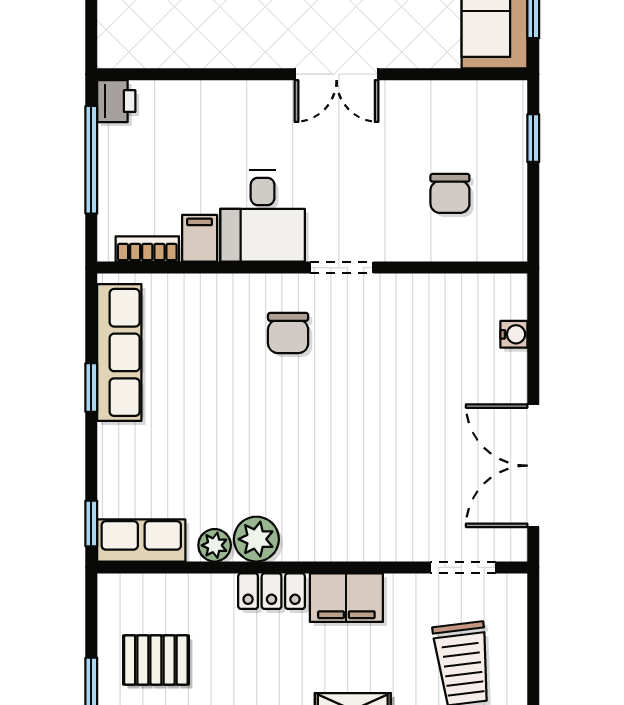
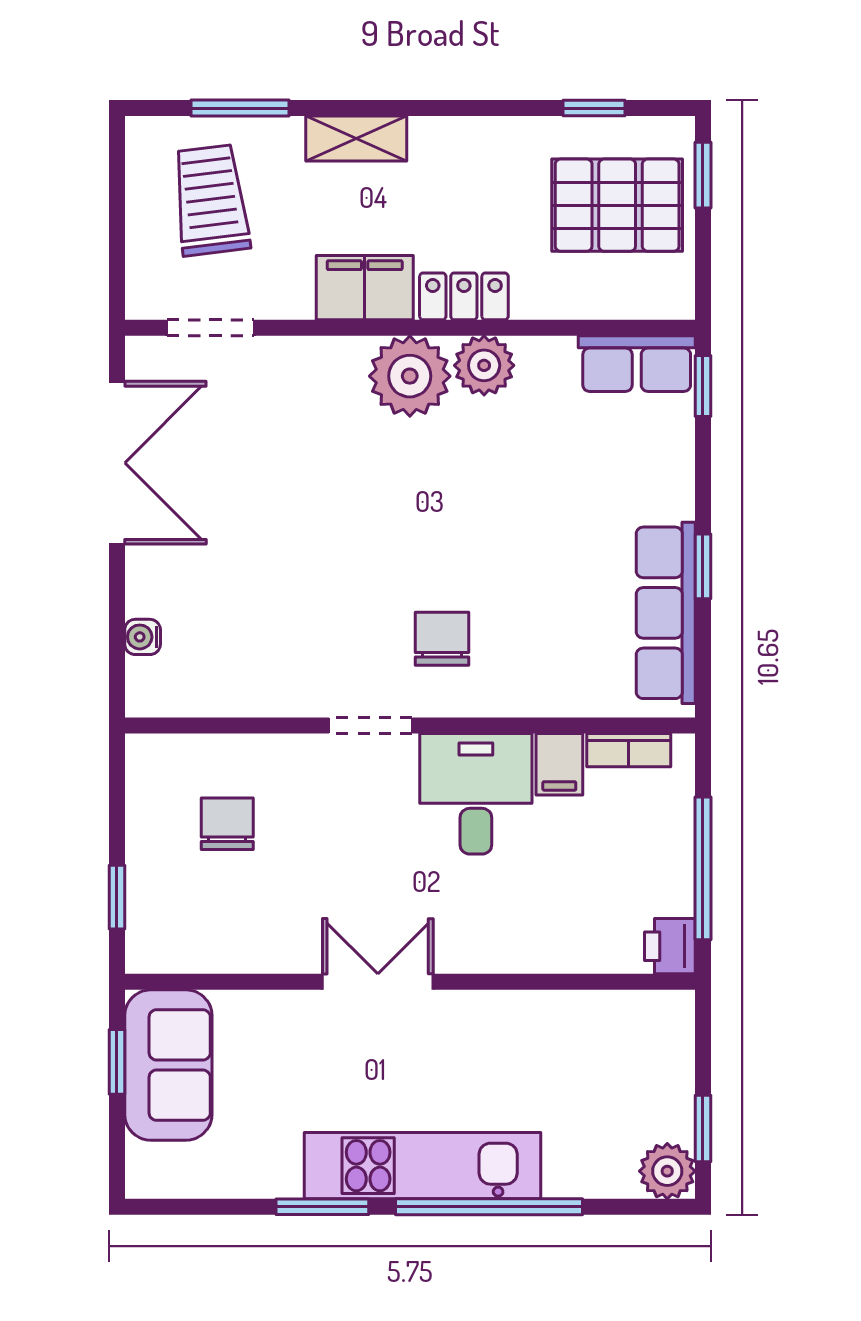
plant: (215, 545) -> (410, 376), moved, width x1.88, depth x1.88
pallet: (156, 660) -> (617, 205), width x1.50, depth x1.42

